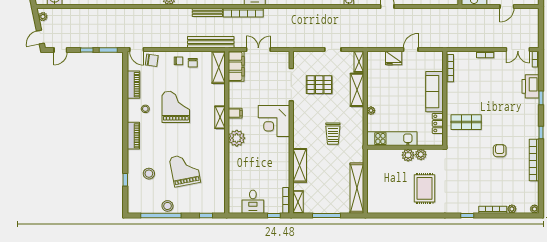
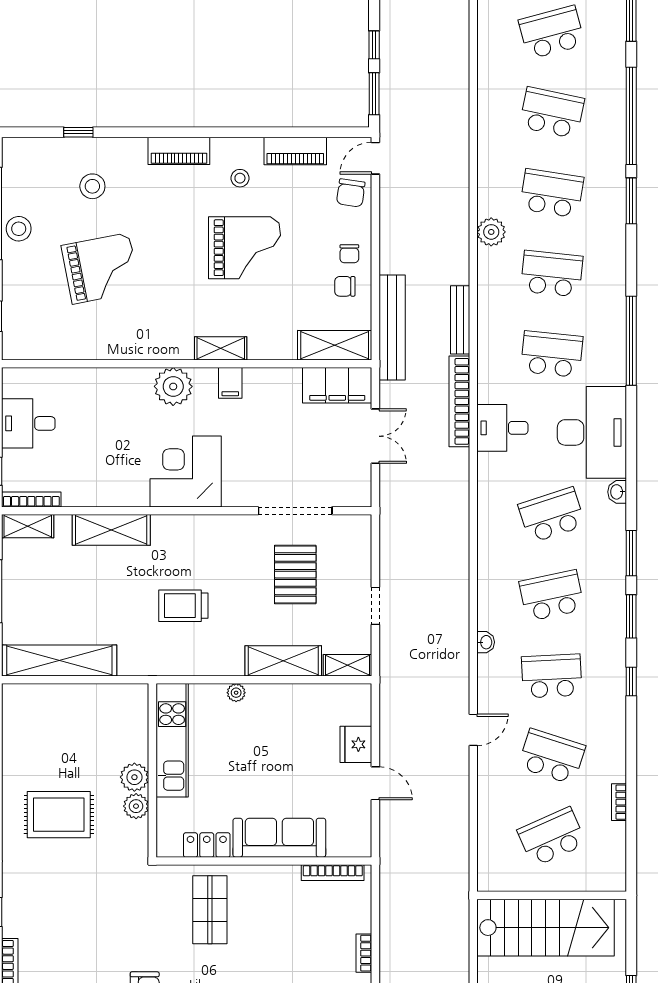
corner desk: (274, 121) -> (186, 471), moved

